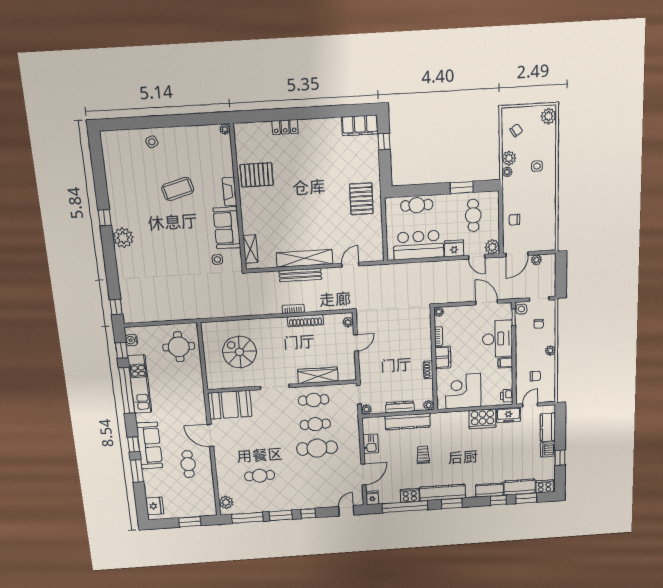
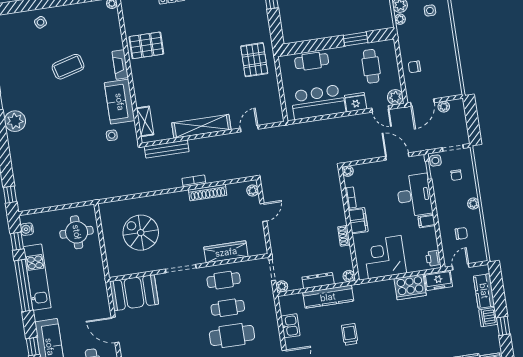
bench: (300, 275) -> (167, 149), moved

